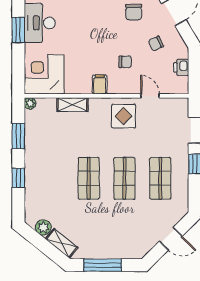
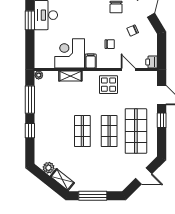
printer: (181, 67) -> (152, 62), moved
corner desk: (44, 74) -> (70, 53), moved
window: (18, 136) -> (30, 100), width x1.44
shop shelf: (160, 178) -> (136, 131), width x1.43, depth x1.36

